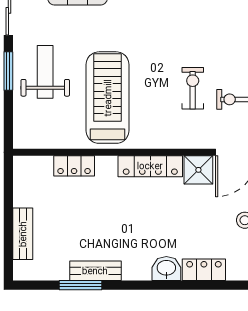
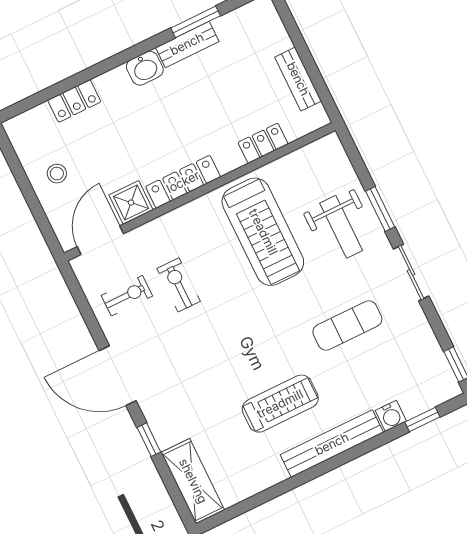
exercise bike: (193, 88) -> (179, 285), turned 180
bench: (23, 234) -> (298, 79), moved
washbasin: (166, 268) -> (145, 68), moved

